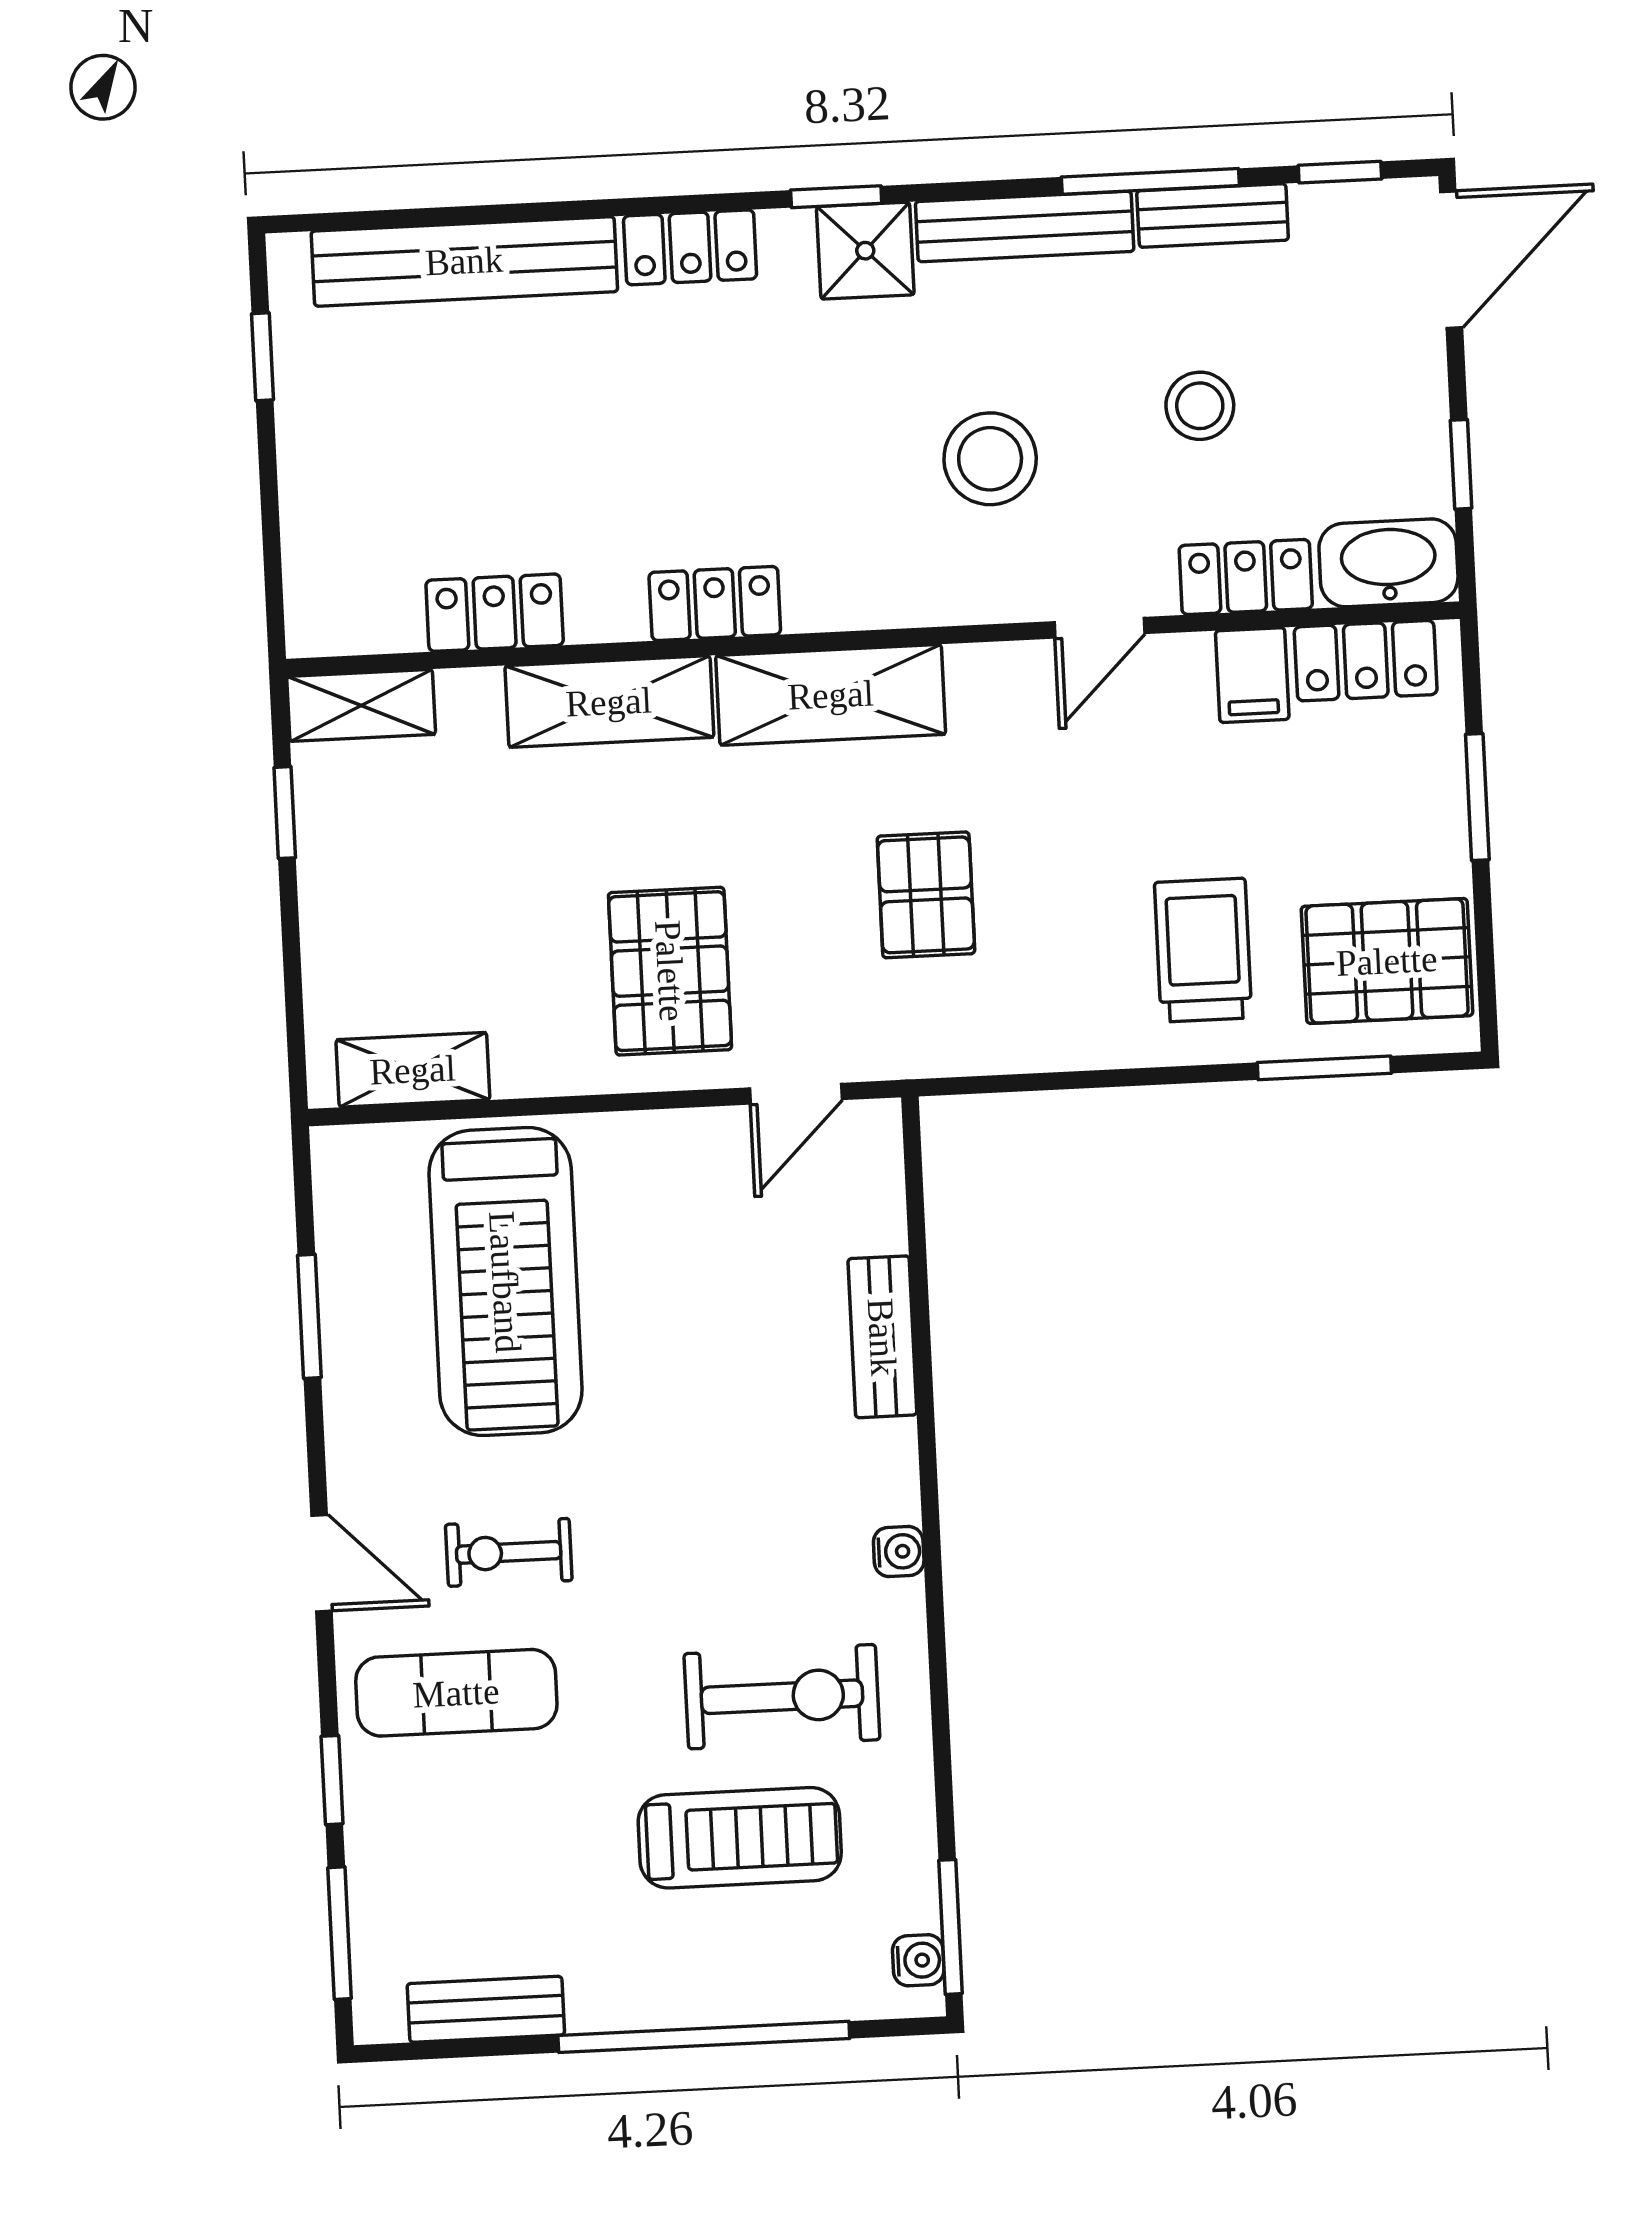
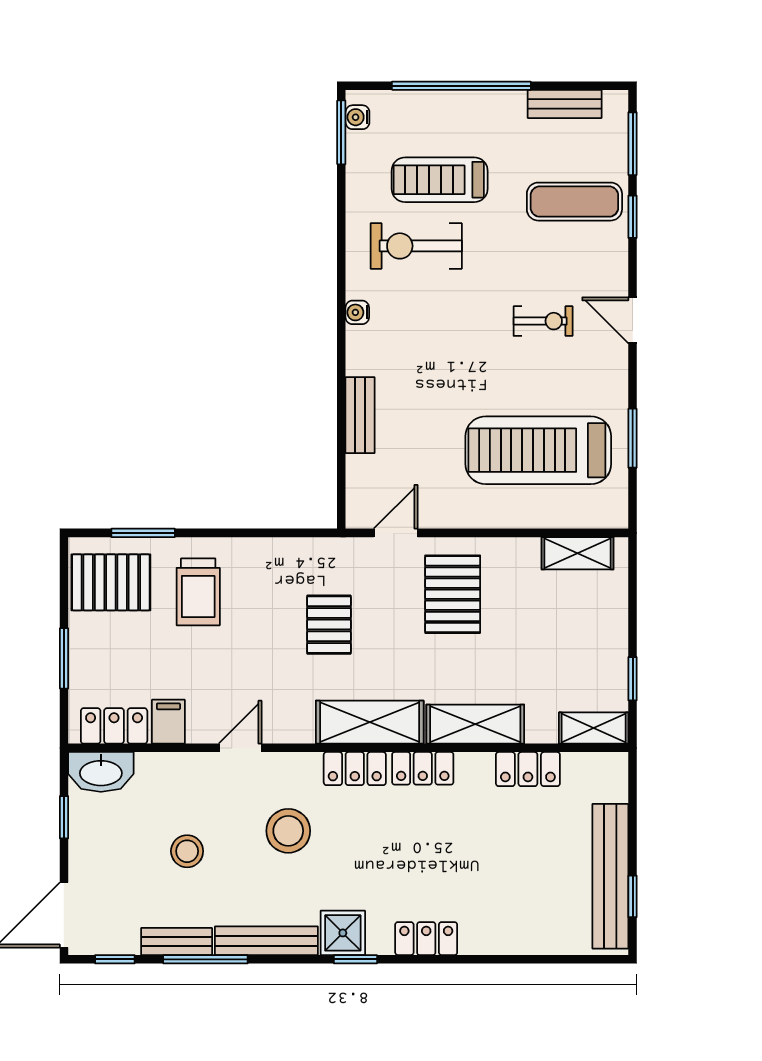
bench: (464, 261) -> (610, 876), moved, turned 90
locker: (1246, 577) -> (355, 769), moved
treadmill: (505, 1282) -> (538, 450), turned -90
exercise mat: (456, 1693) -> (574, 202), moved

